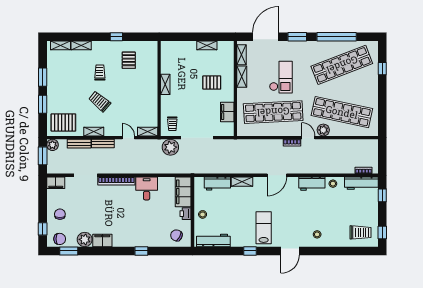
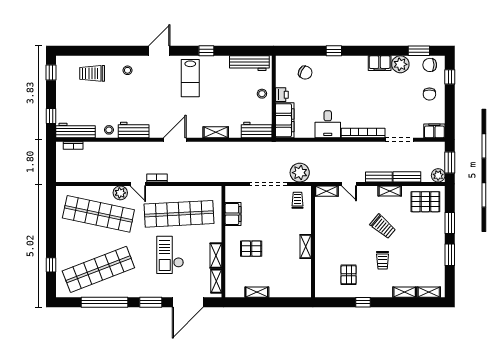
workbench: (217, 183) -> (257, 130), moved
trolley: (361, 232) -> (92, 73), moved
chair: (176, 235) -> (305, 73), moved

